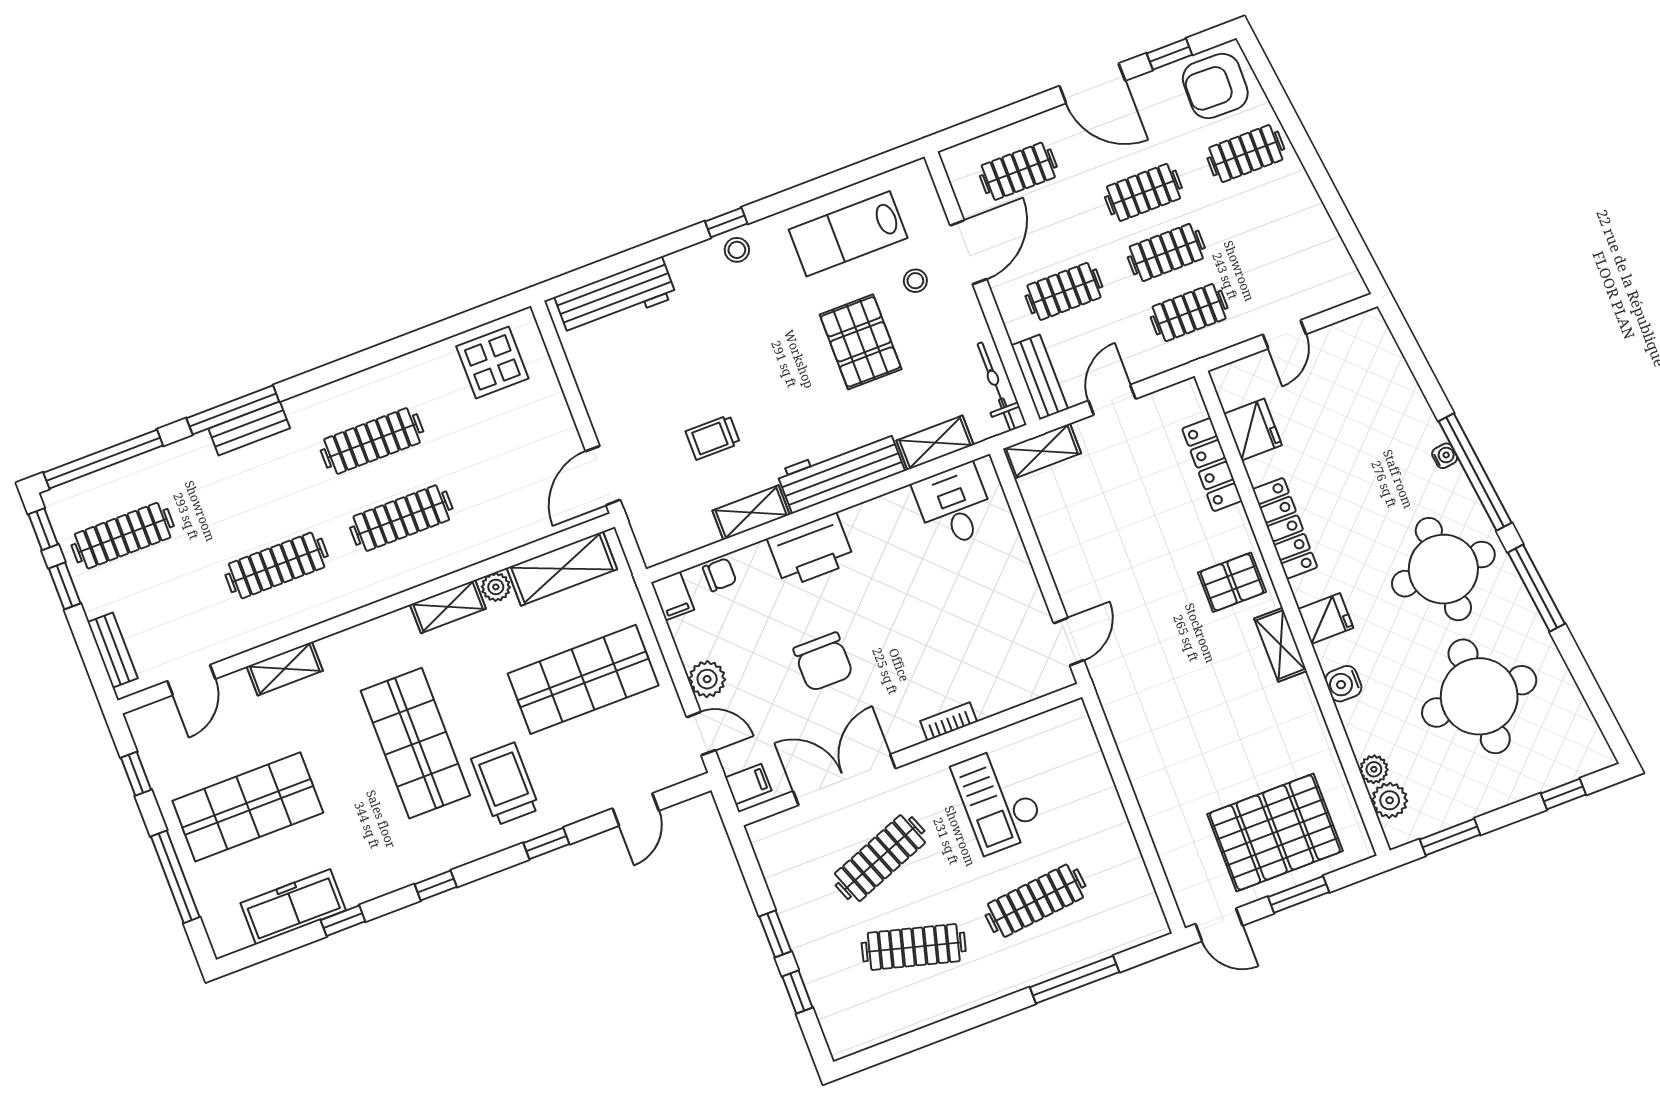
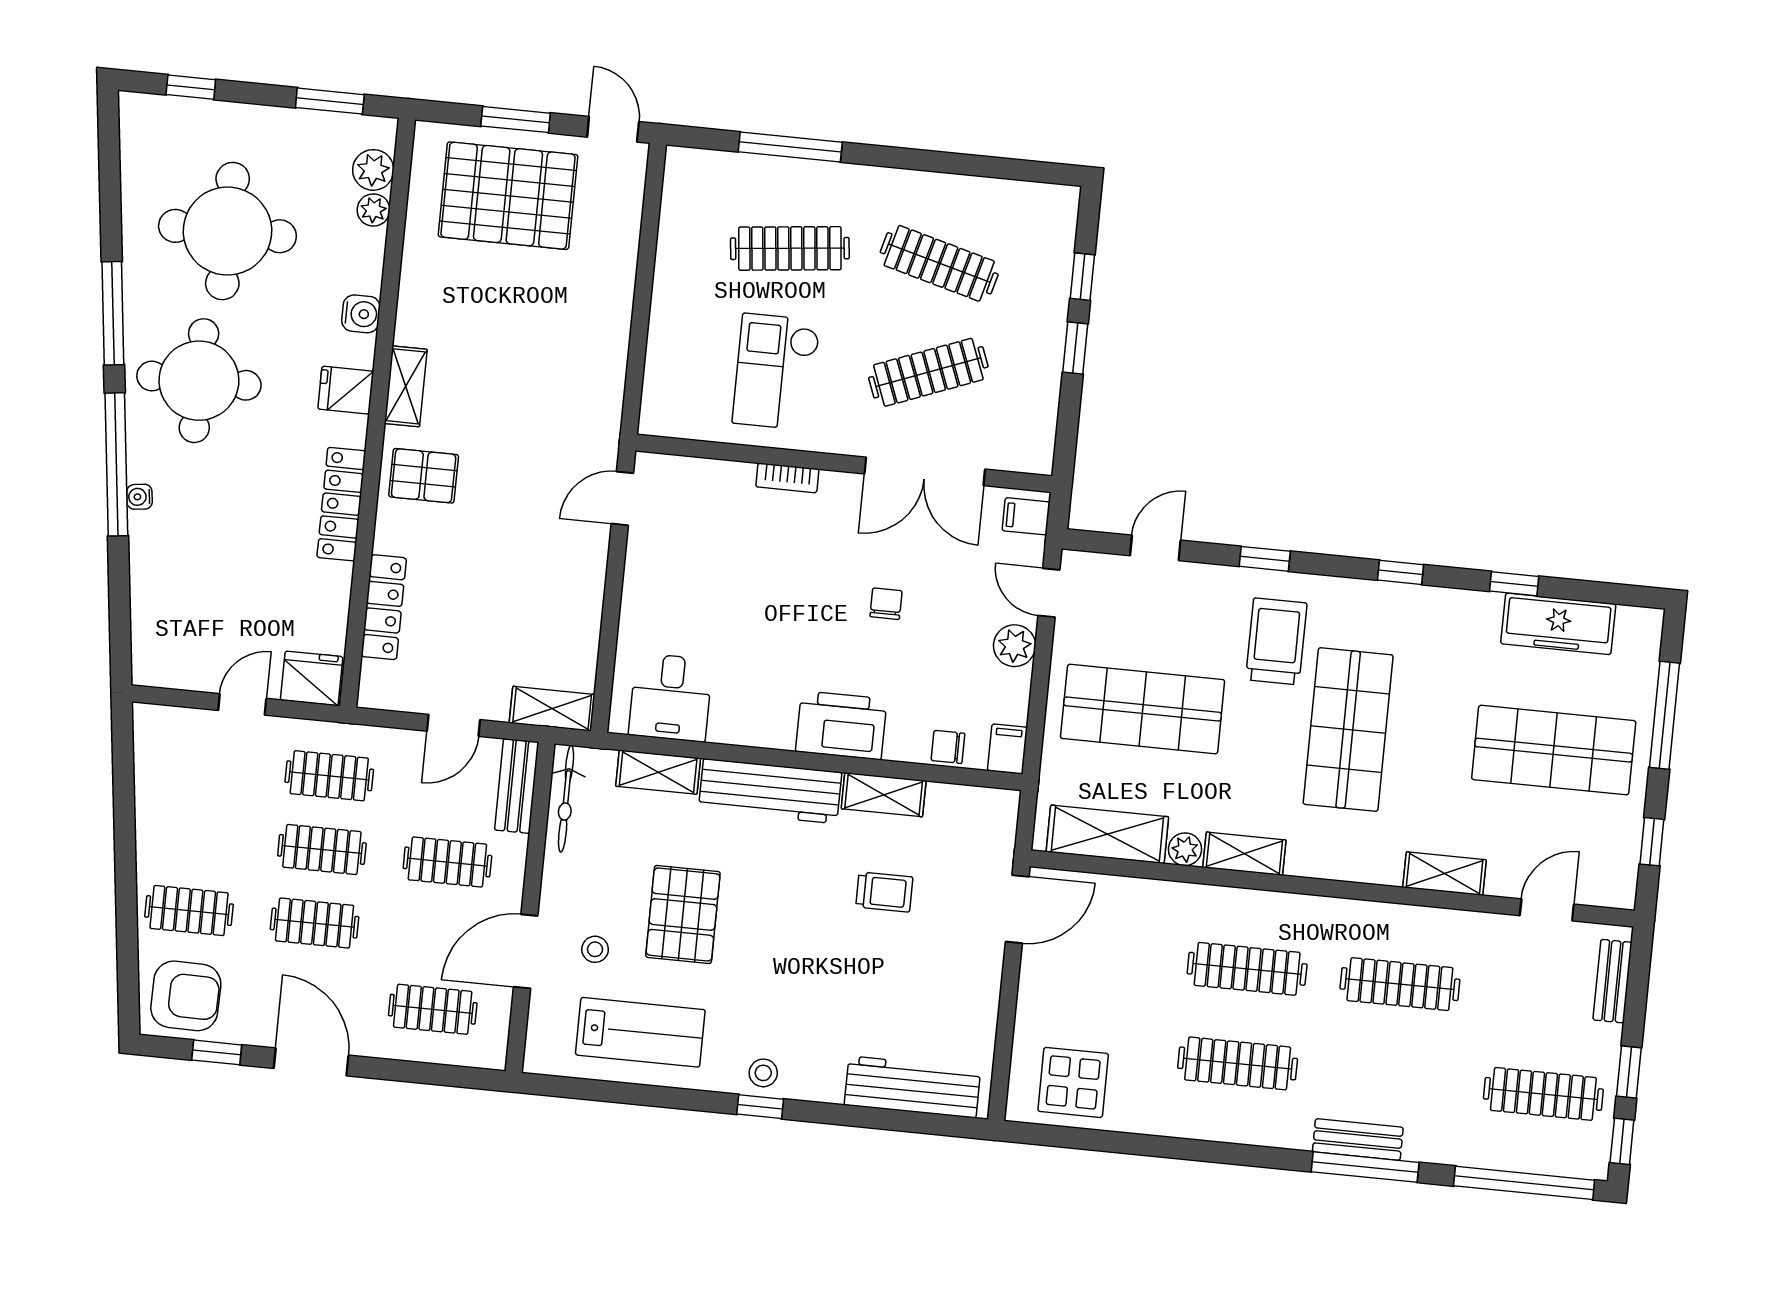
fridge: (1253, 429) -> (312, 678), moved, turned 90
chair: (823, 662) -> (886, 604), width x0.54, depth x0.54
trolley: (505, 784) -> (1276, 641), turned 180
checkout: (998, 800) -> (776, 372), turned 180

